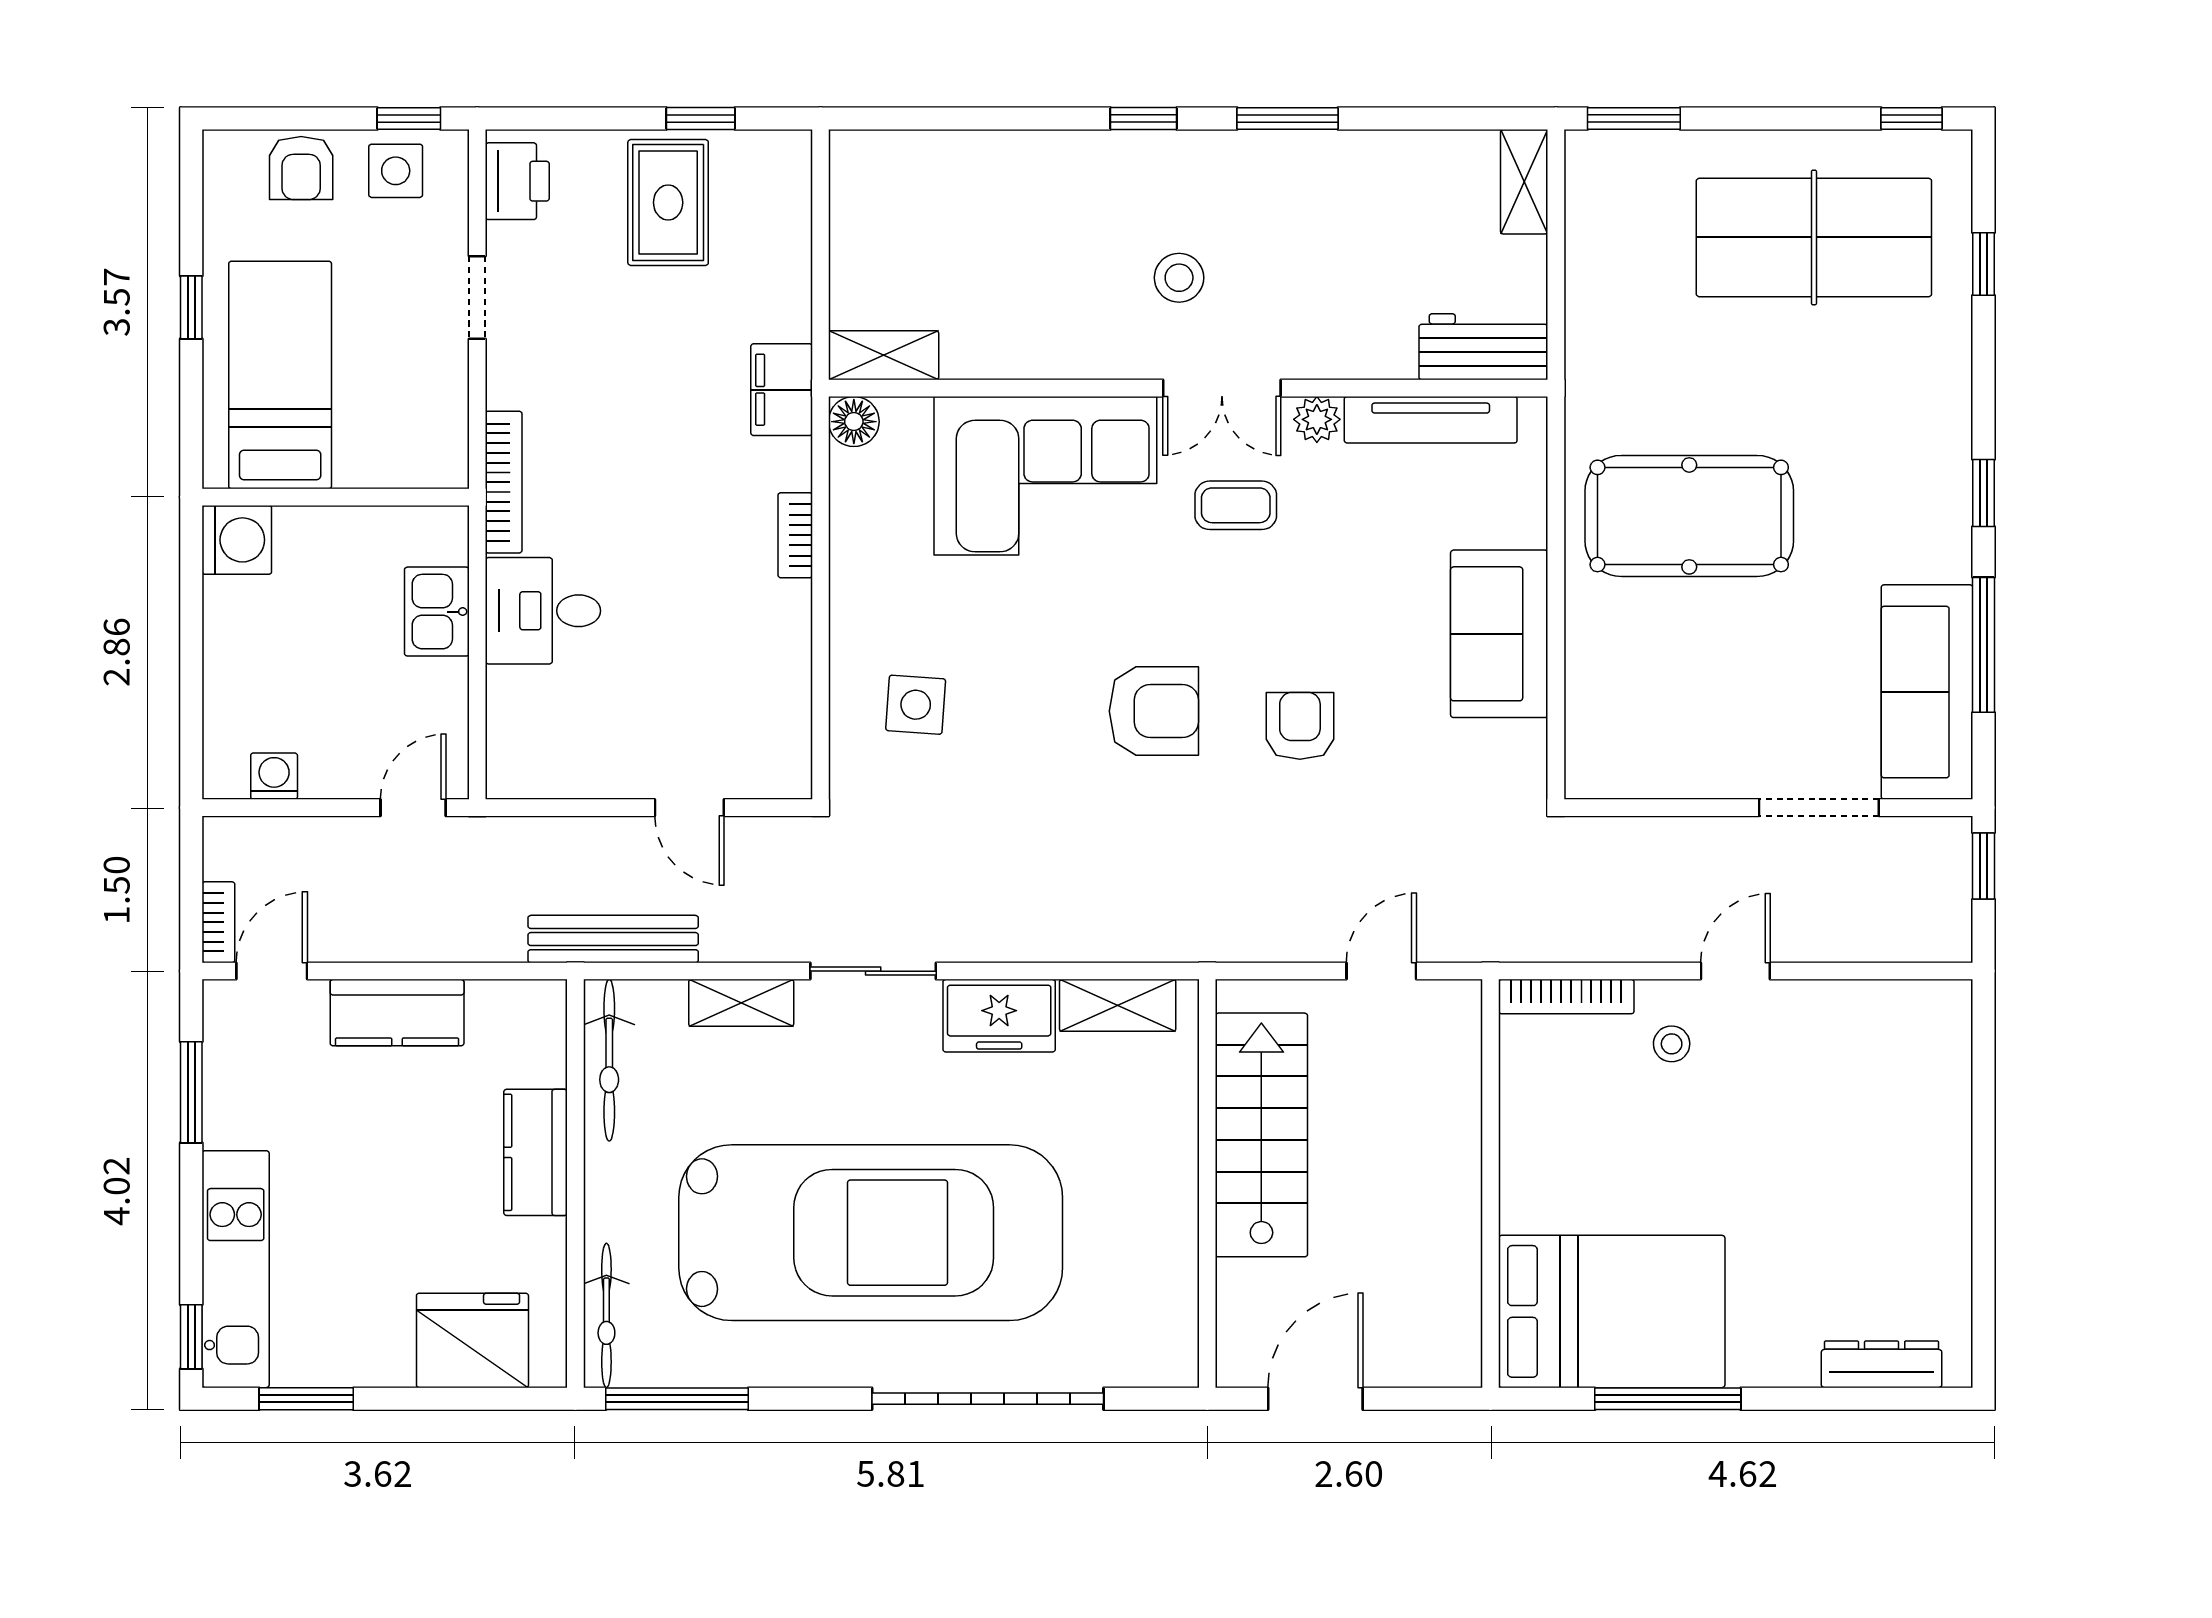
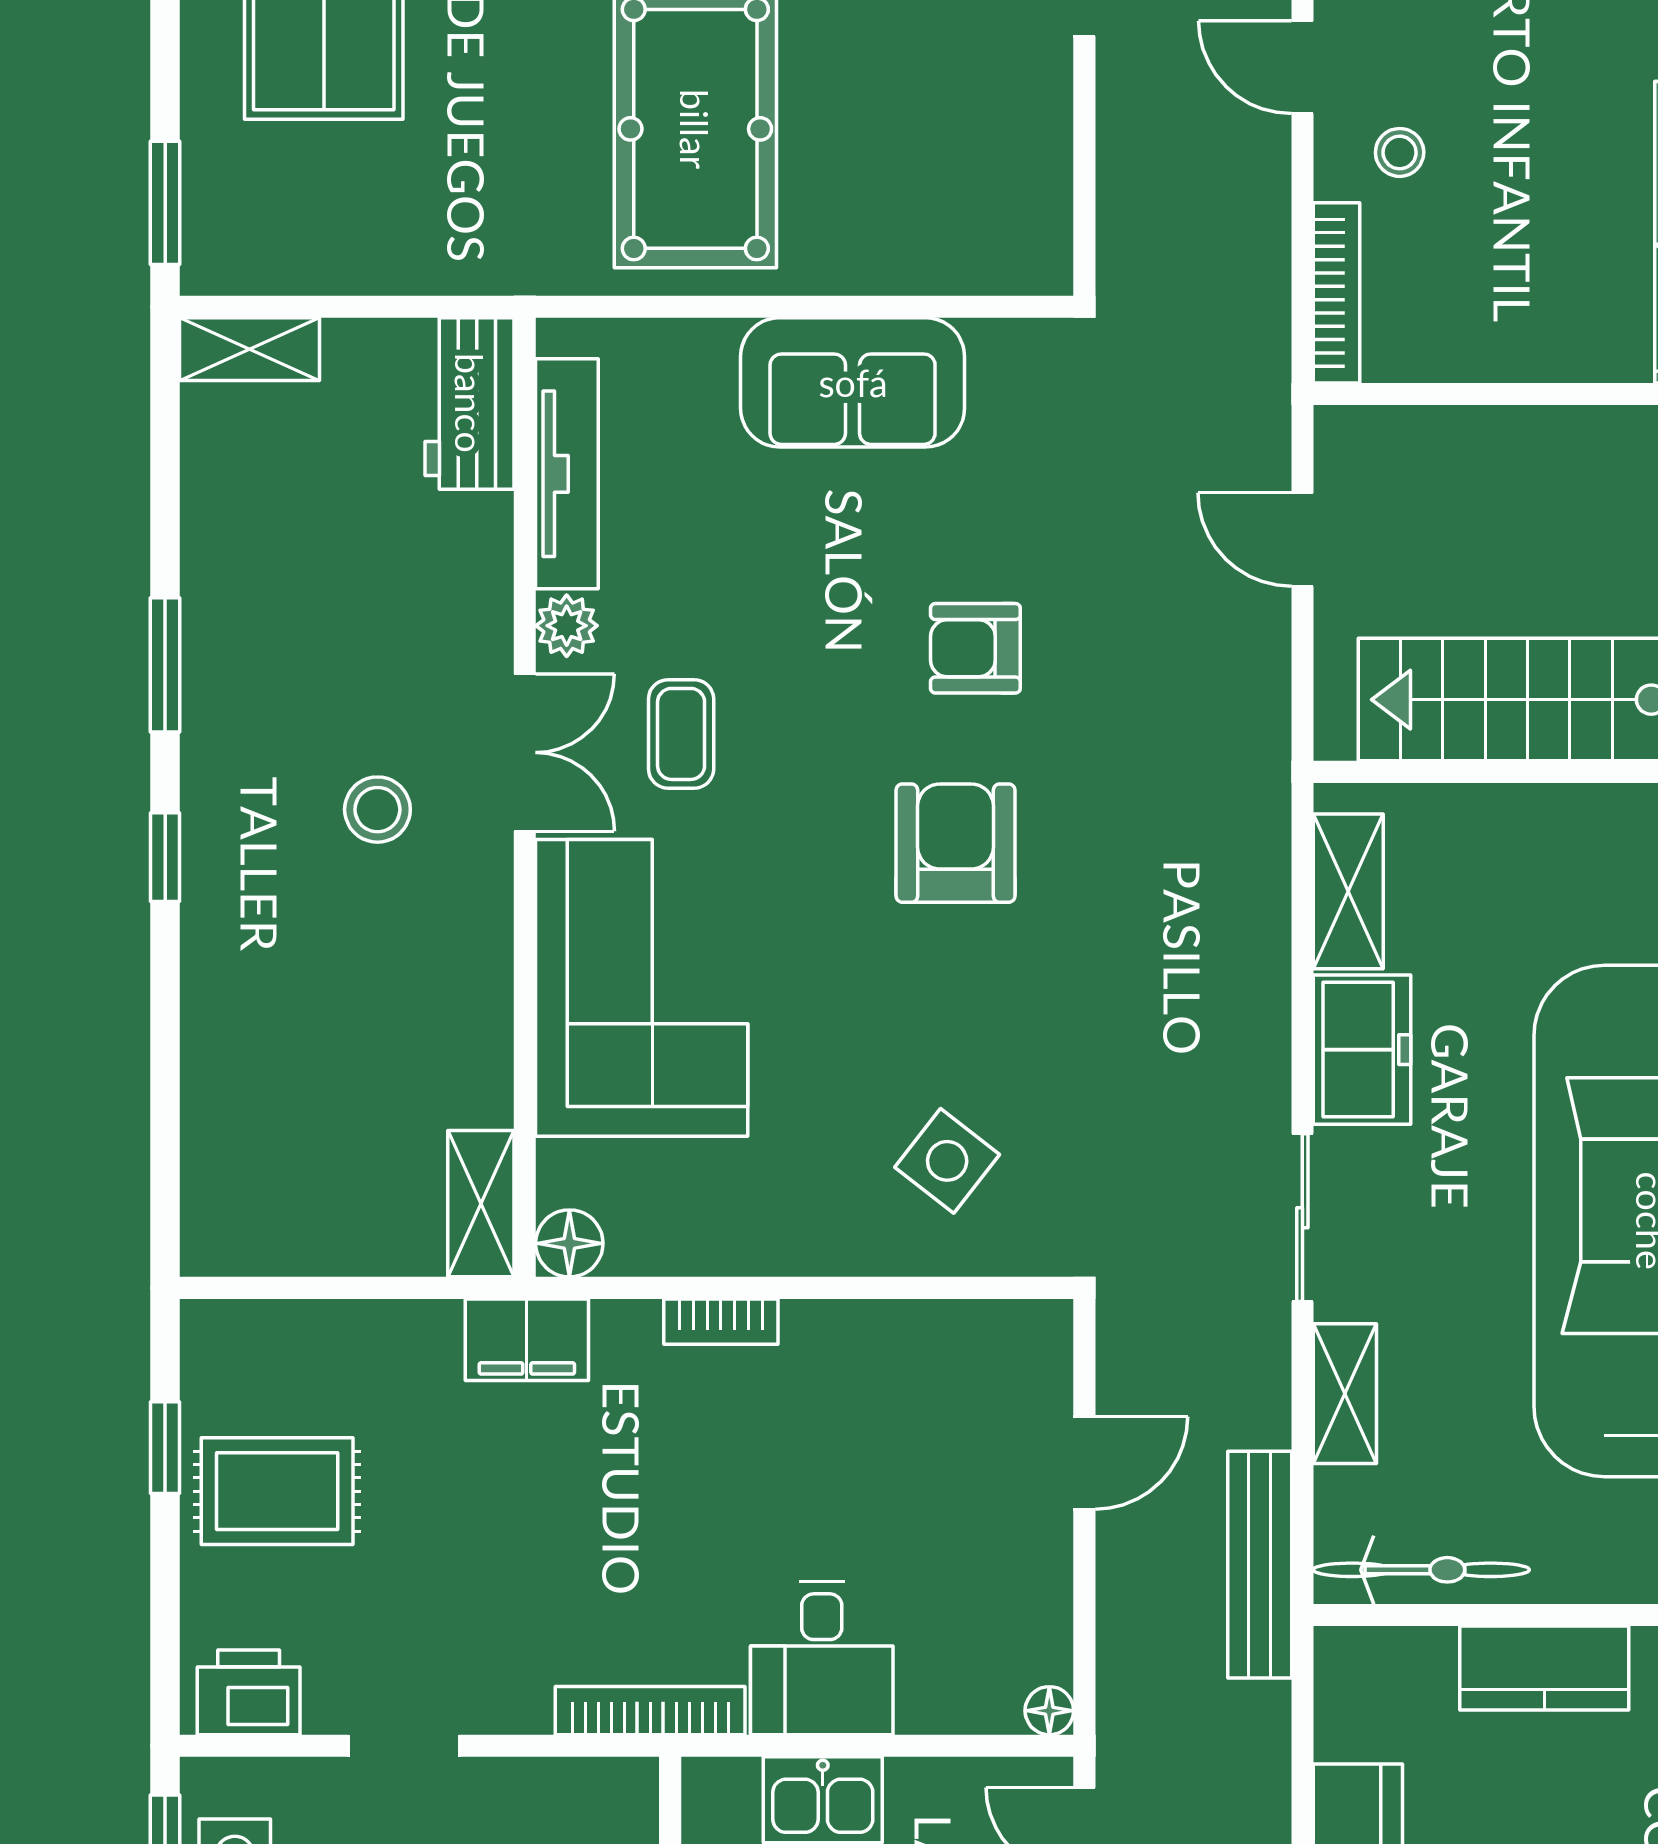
side table: (916, 705) -> (947, 1161), turned 34
floor lamp: (504, 781) -> (1049, 1711), added

